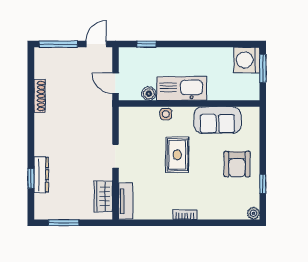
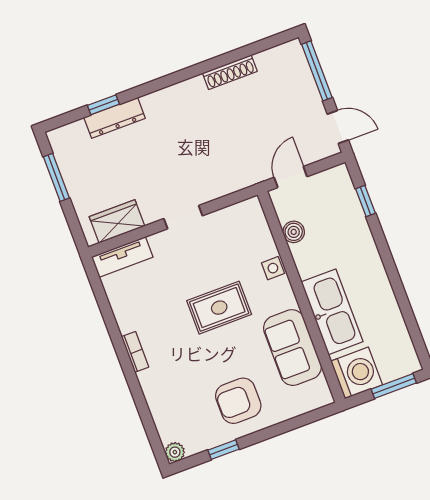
washing machine: (247, 60) -> (357, 373), moved, turned 90
kitchen sink: (182, 89) -> (332, 312), moved

